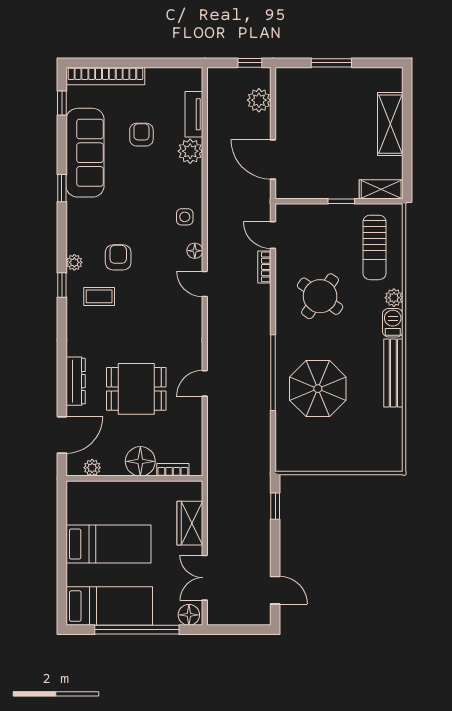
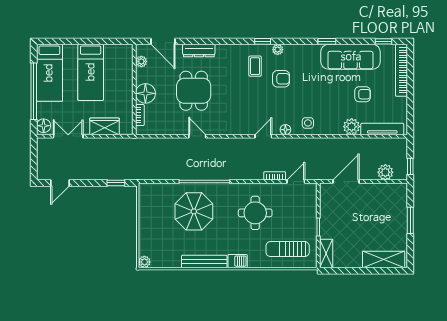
tv unit: (194, 114) -> (382, 129), width x1.41
shelving: (390, 124) -> (384, 259), moved
round table: (320, 296) -> (255, 213), turned -36
plant: (394, 298) -> (144, 262), moved

